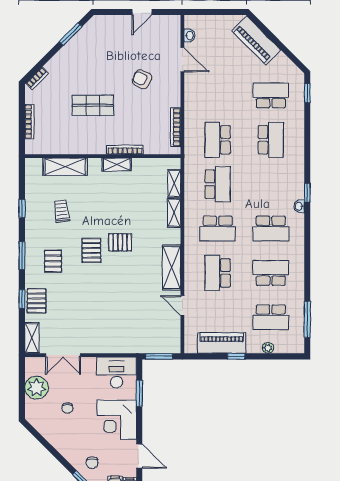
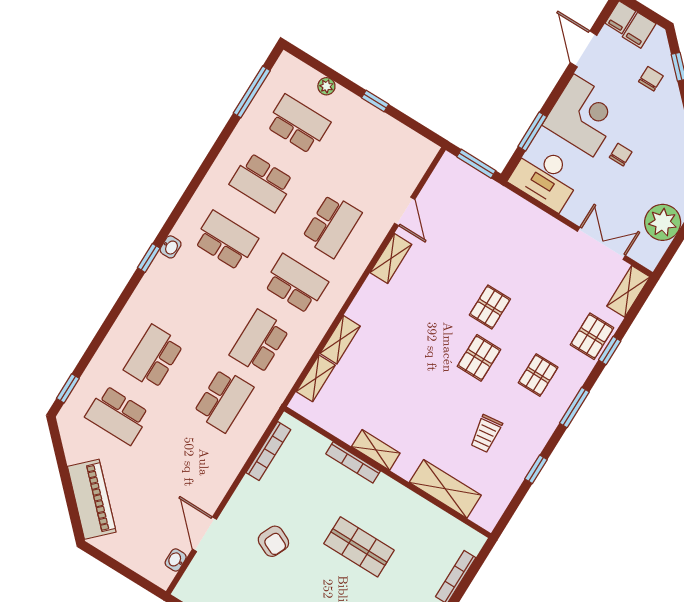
pallet: (120, 242) -> (490, 307), moved, turned 90
shelving: (172, 267) -> (391, 259), width x0.67, depth x0.75
piano: (222, 343) -> (383, 130), removed
chair: (67, 408) -> (621, 155), moved

